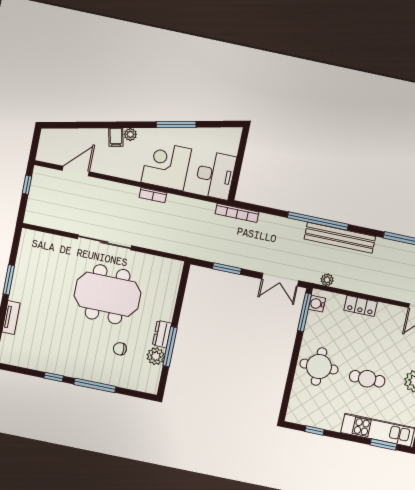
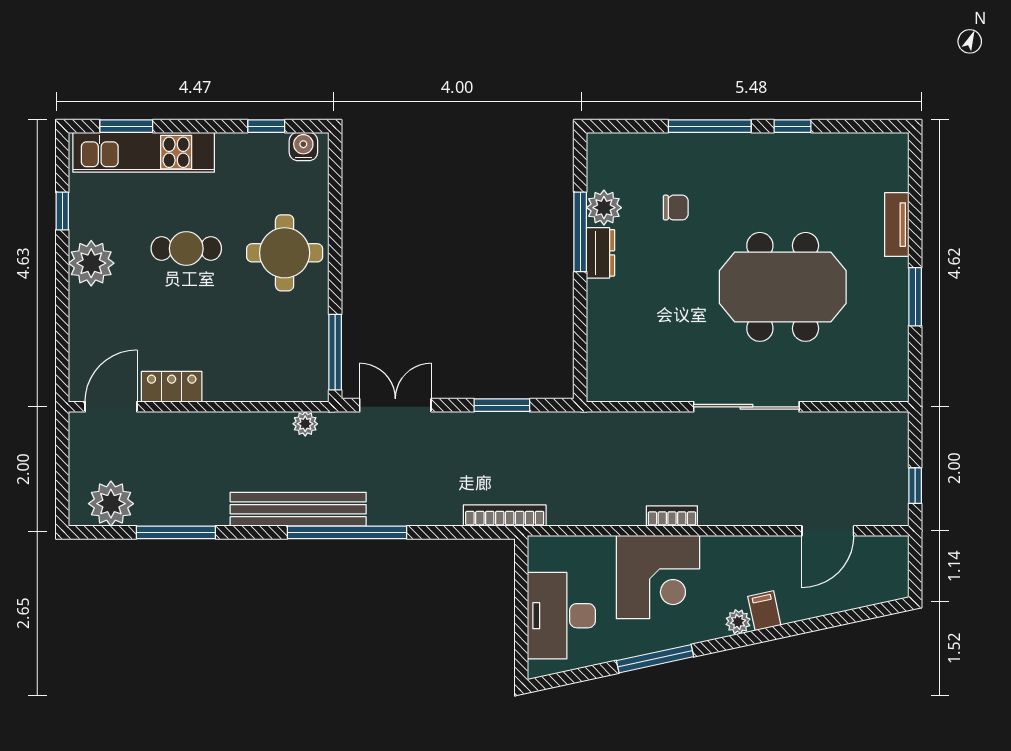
desk: (215, 175) -> (561, 616), moved
meeting table: (108, 294) -> (783, 287), moved
water cooler: (317, 304) -> (303, 146), moved, turned -90
locker: (361, 306) -> (172, 387), moved

